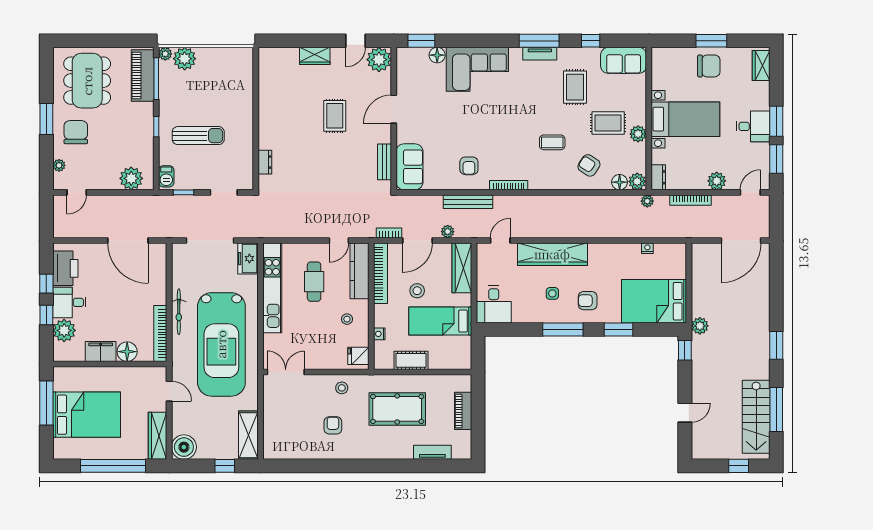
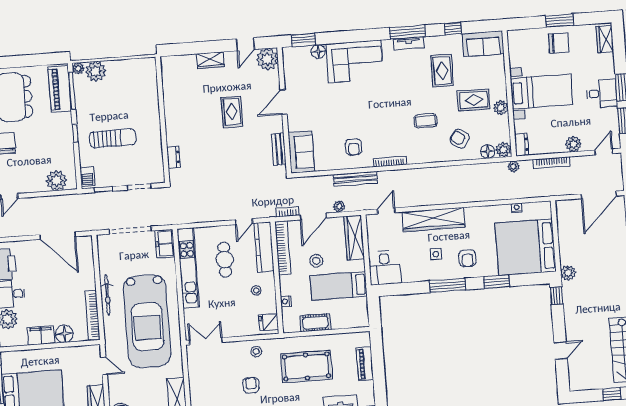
armchair: (588, 301) -> (467, 258), turned -90
bed: (654, 301) -> (526, 247), width x1.36

